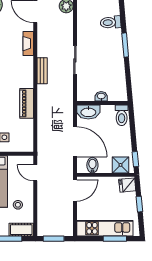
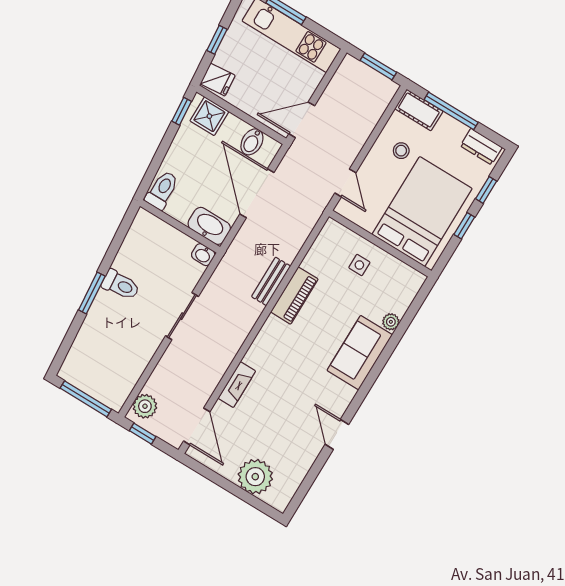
toilet: (111, 22) -> (121, 285), moved
bench: (42, 71) -> (271, 281), moved
washbasin: (101, 96) -> (203, 255), moved

